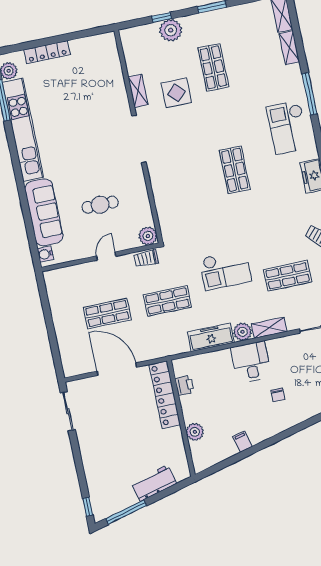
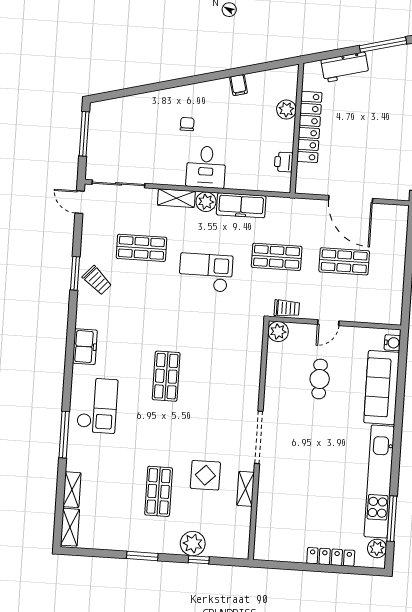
cafe table: (100, 205) -> (320, 379), turned 90
locker: (165, 395) -> (309, 127), moved

